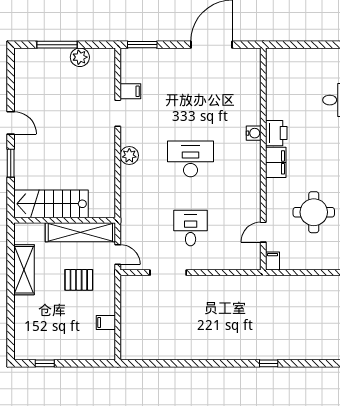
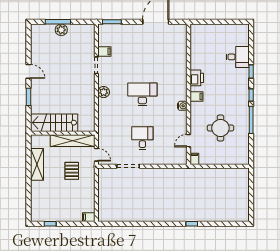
plant: (80, 57) -> (61, 30), moved
water cooler: (254, 133) -> (182, 106), moved
filing cabinet: (276, 162) -> (196, 96), width x0.50
pallet: (79, 280) -> (72, 171), turned 90
filing cabinet: (106, 323) -> (89, 217), moved

